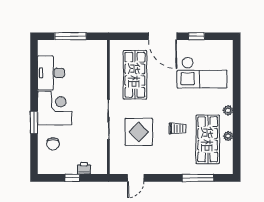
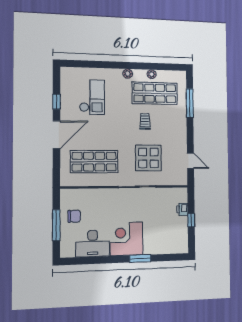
checkout: (202, 73) -> (92, 97), width x0.73, depth x0.83
chair: (53, 144) -> (74, 216), moved

